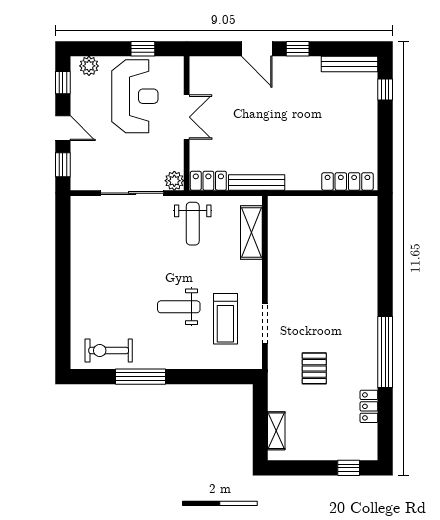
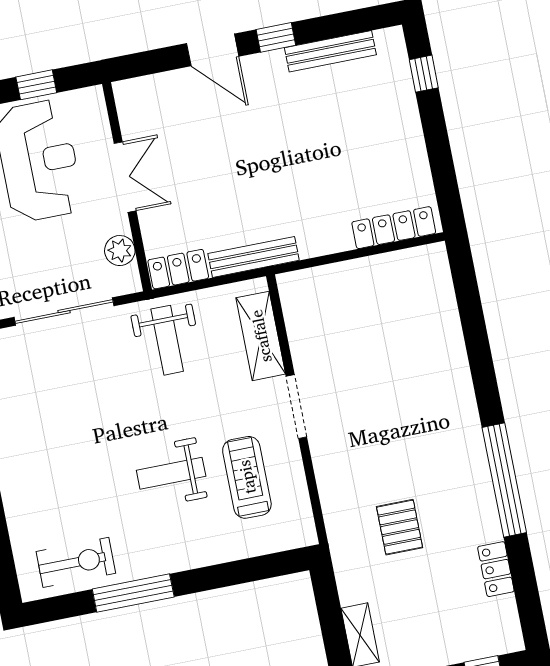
bench: (350, 64) -> (330, 51), moved
plant: (174, 181) -> (120, 251), moved
treadmill: (225, 319) -> (247, 477), turned 180
doorway: (265, 324) -> (296, 407), moved
exercise bike: (109, 350) -> (76, 562), turned 180

